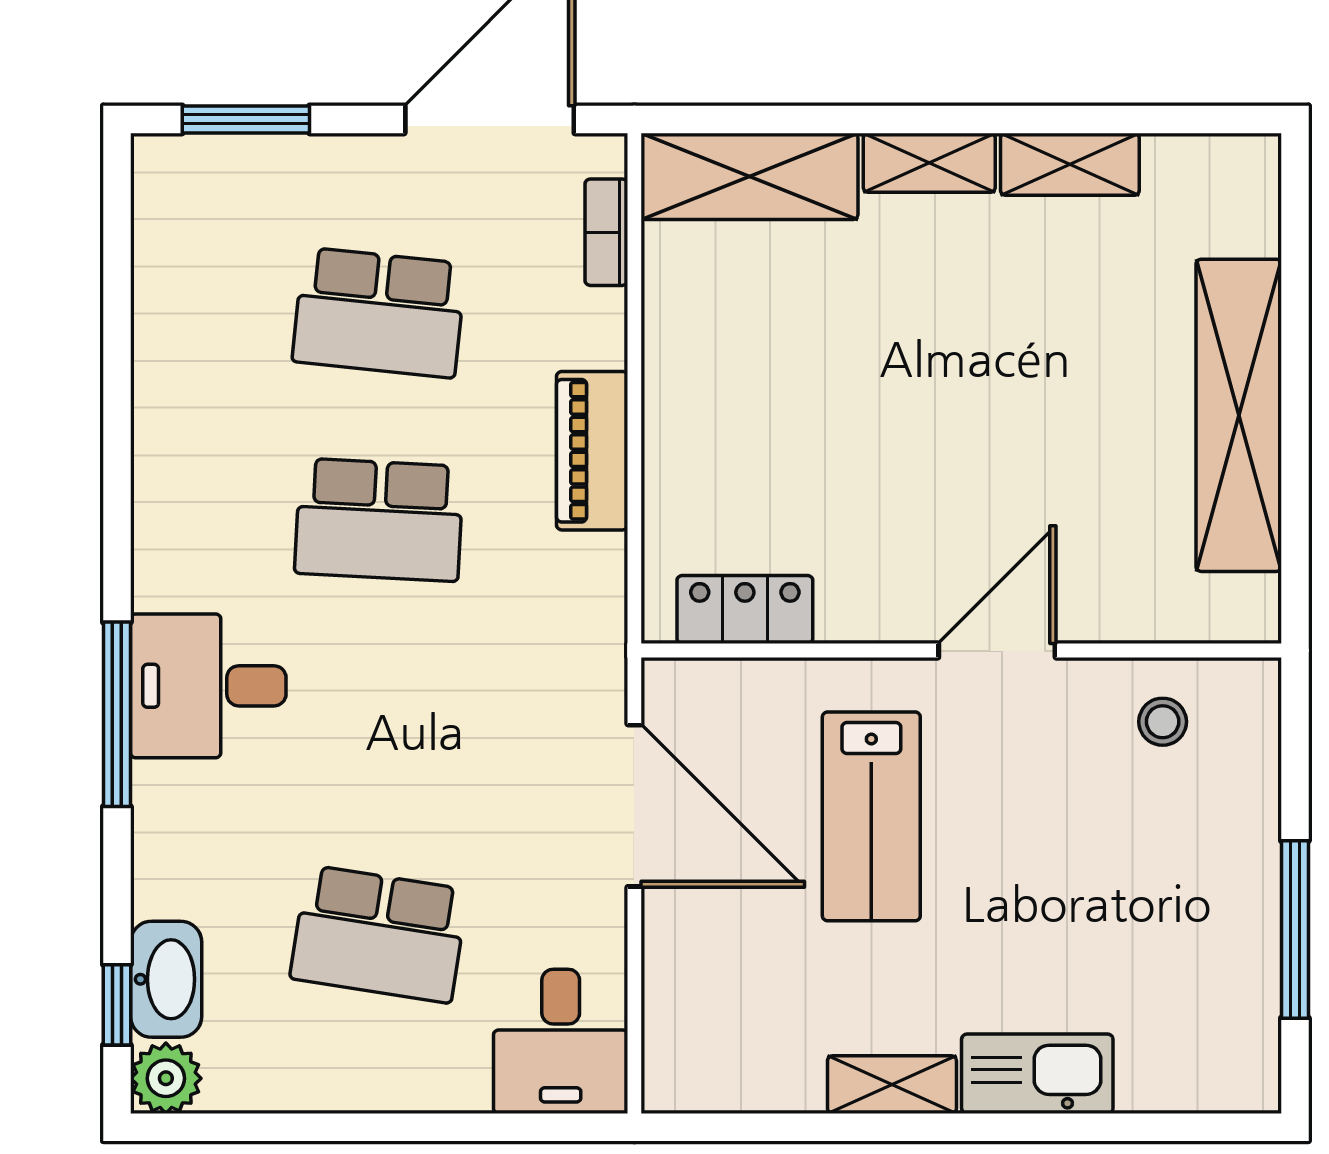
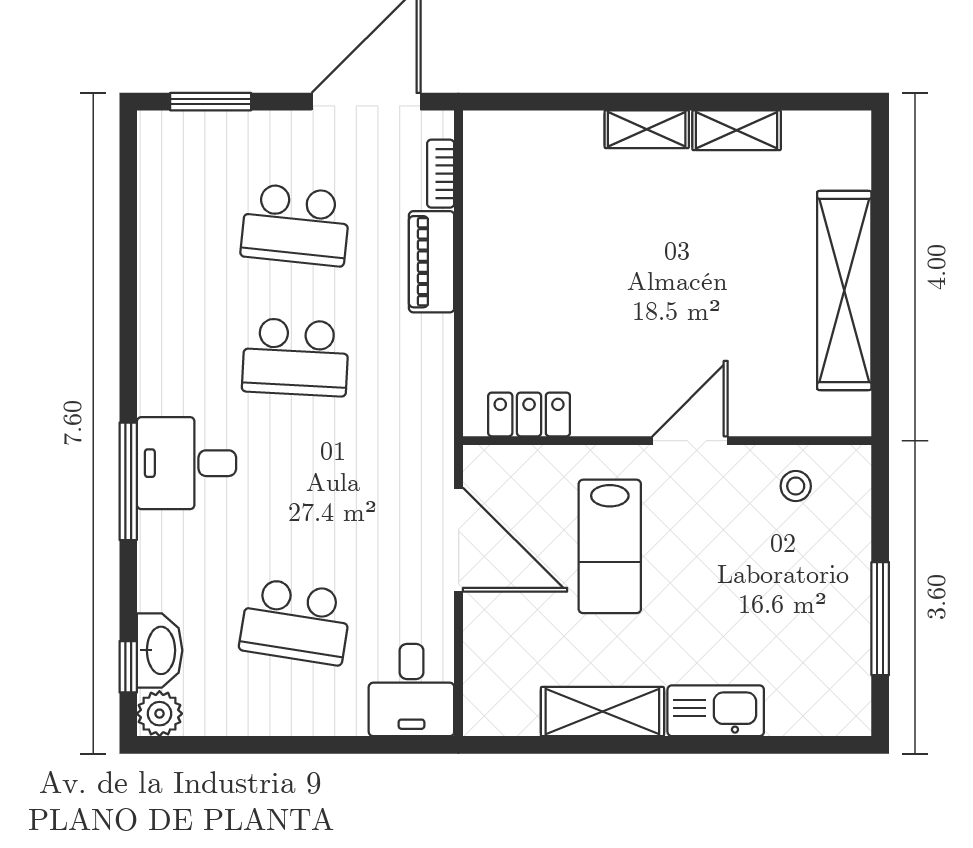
shelving: (750, 176) -> (532, 138), removed
piano: (592, 451) -> (432, 262), moved
shelving: (892, 1085) -> (602, 712), width x1.50, depth x1.33

